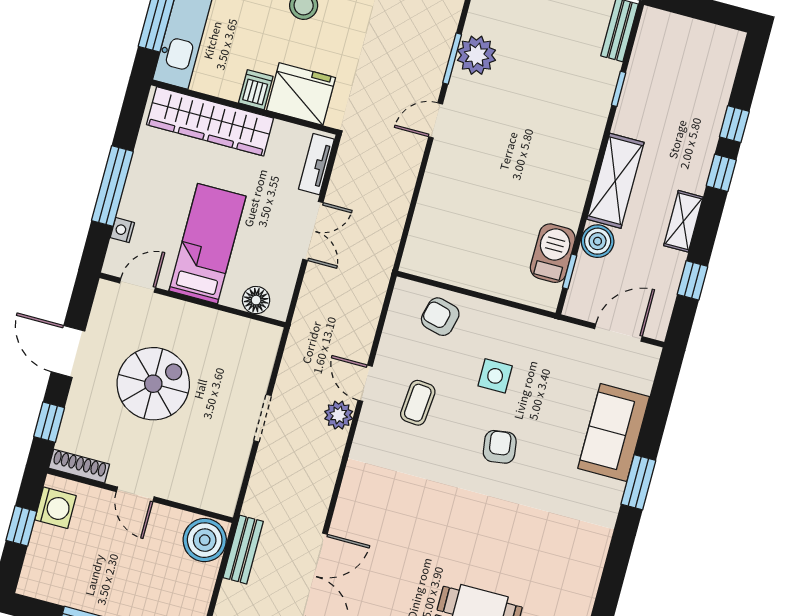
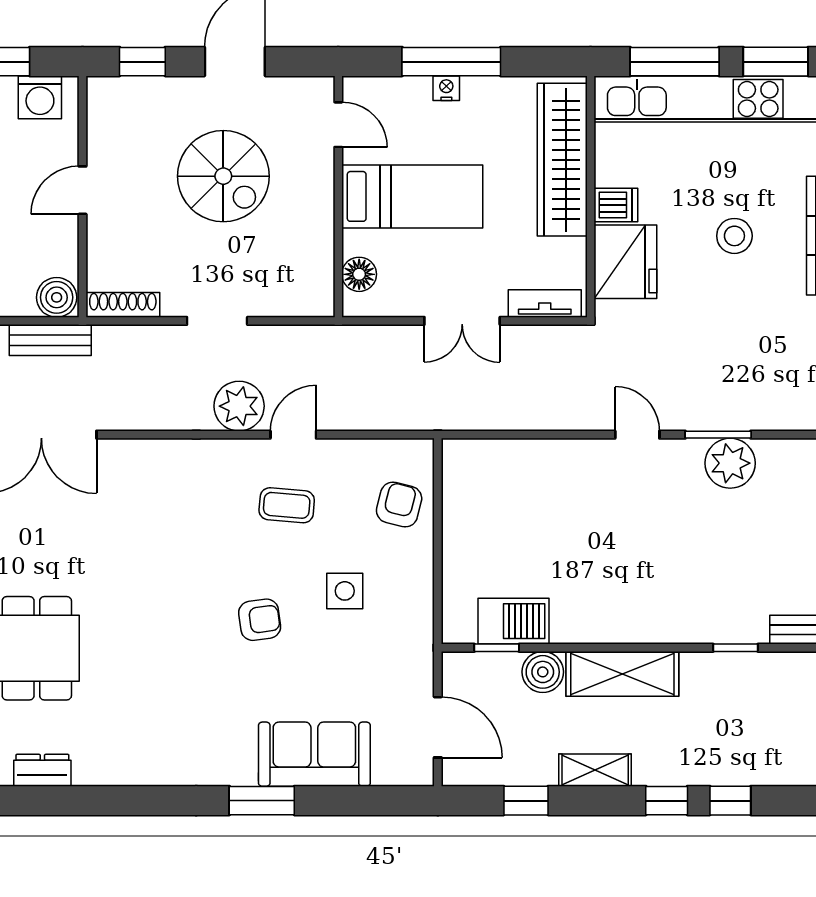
nightstand: (122, 230) -> (446, 88), moved
plant: (339, 415) -> (239, 406), width x1.36, depth x1.36
shoe rack: (79, 466) -> (123, 305), moved, turned -90
boiler: (205, 540) -> (57, 297), width x0.73, depth x0.73

